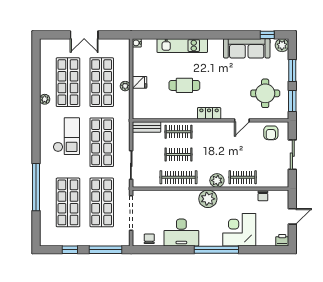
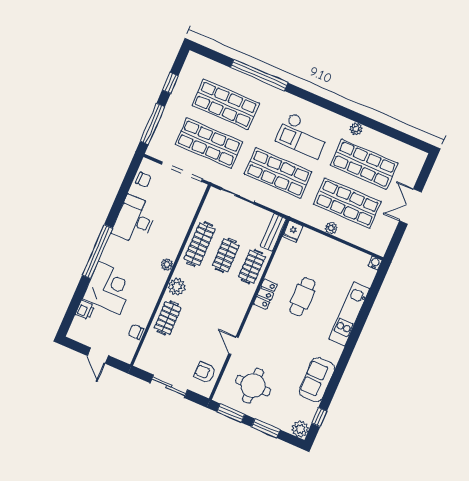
sofa: (247, 48) -> (317, 380), width x0.73
fridge: (140, 82) -> (293, 231), moved
locker: (209, 113) -> (265, 294), moved
plant: (208, 199) -> (167, 264), width x0.53, depth x0.53
printer: (282, 240) -> (85, 310), moved

